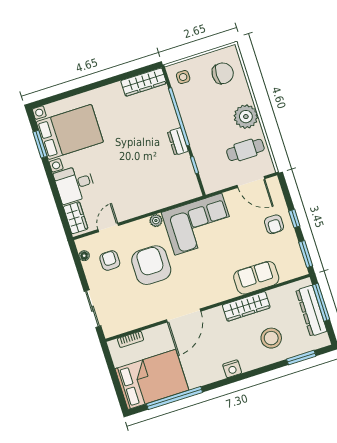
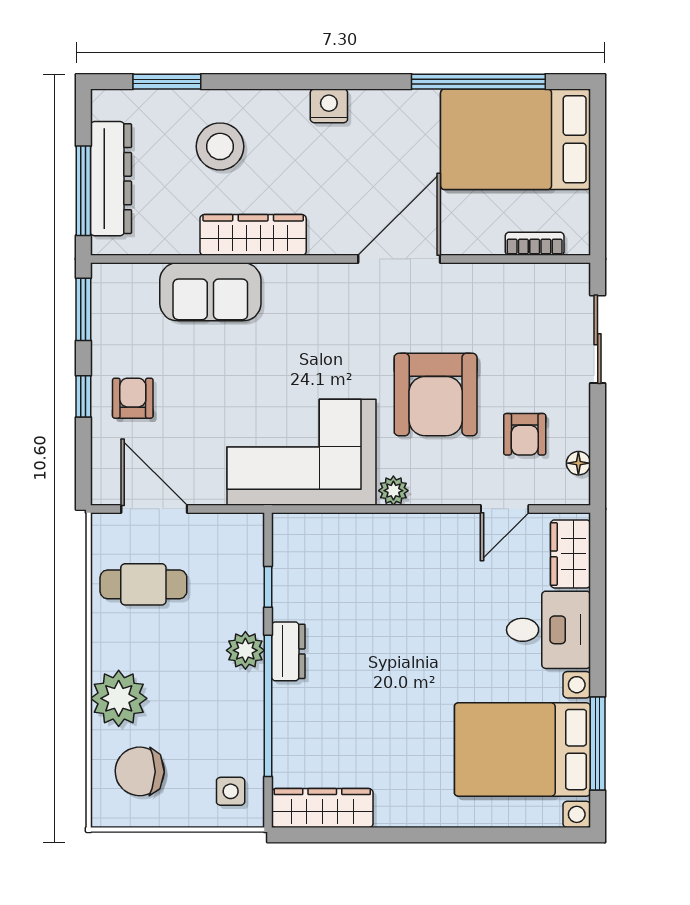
plant: (246, 117) -> (119, 698), moved
plant: (195, 136) -> (245, 650), added
window: (40, 144) -> (598, 744), width x1.44

